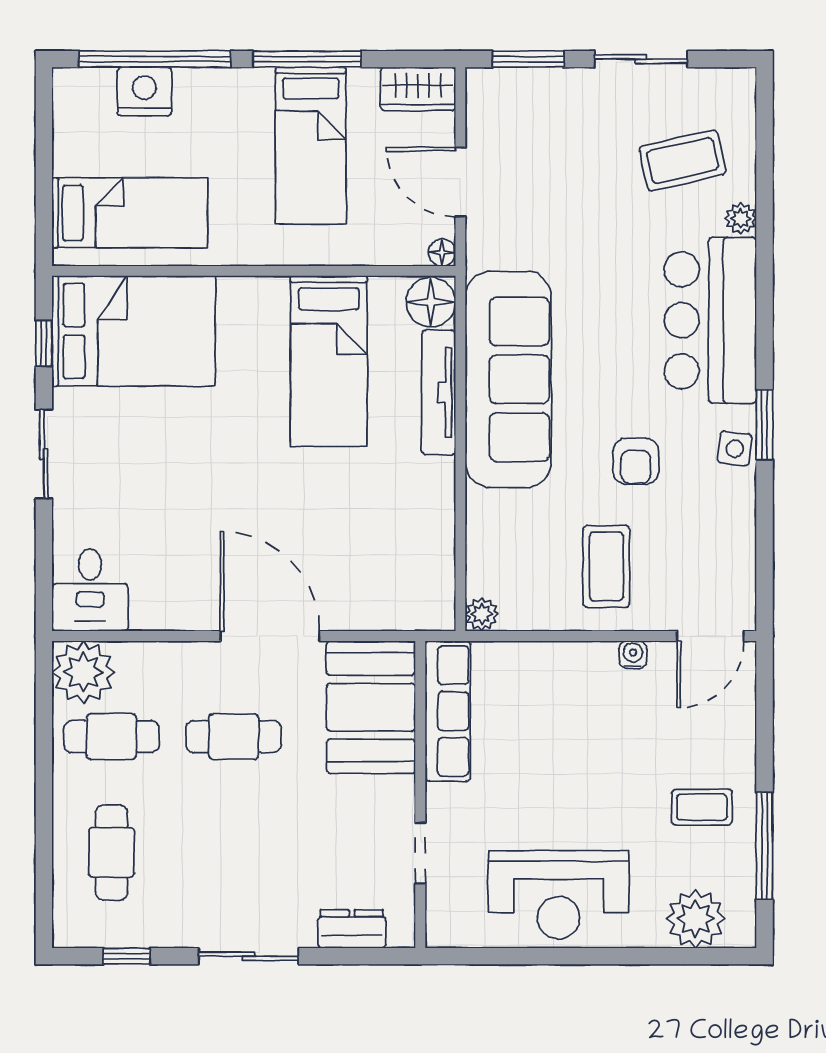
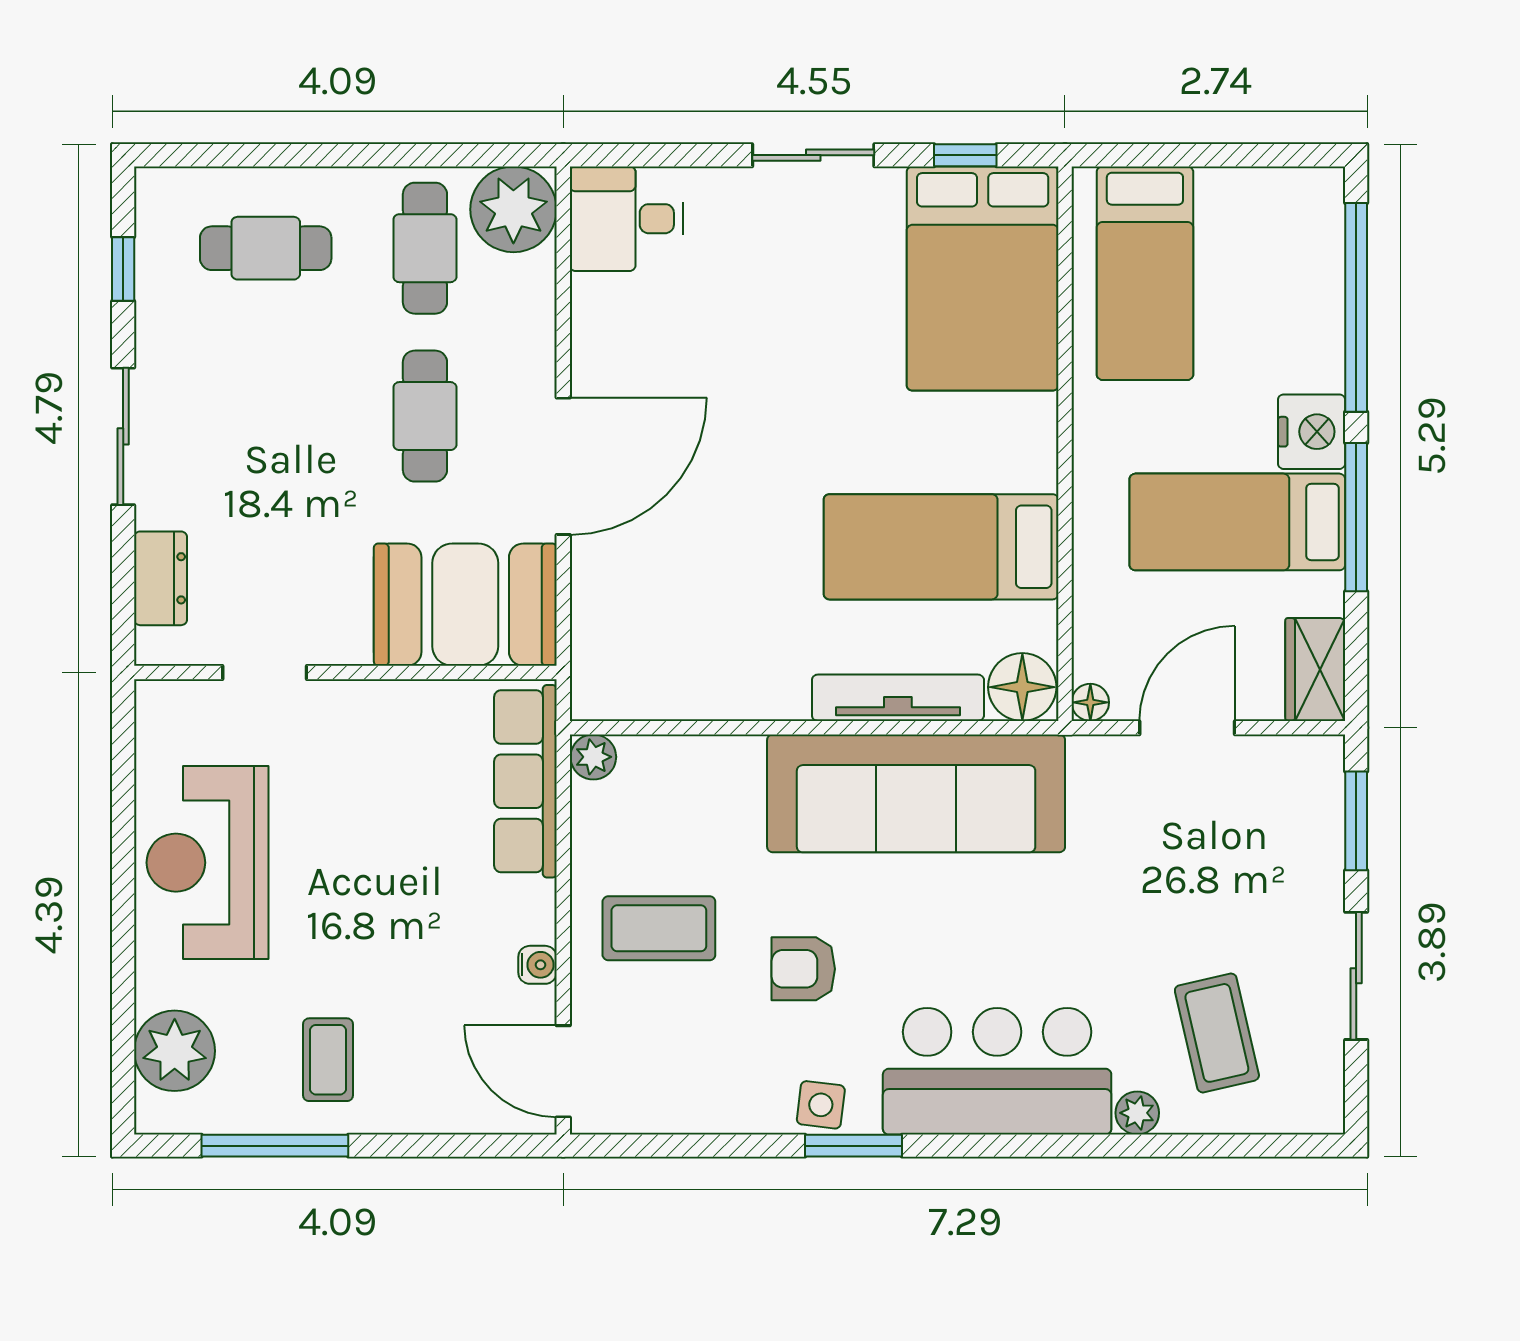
nightstand: (144, 92) -> (1312, 432), moved
row of seats: (448, 711) -> (525, 781), moved, turned 90

